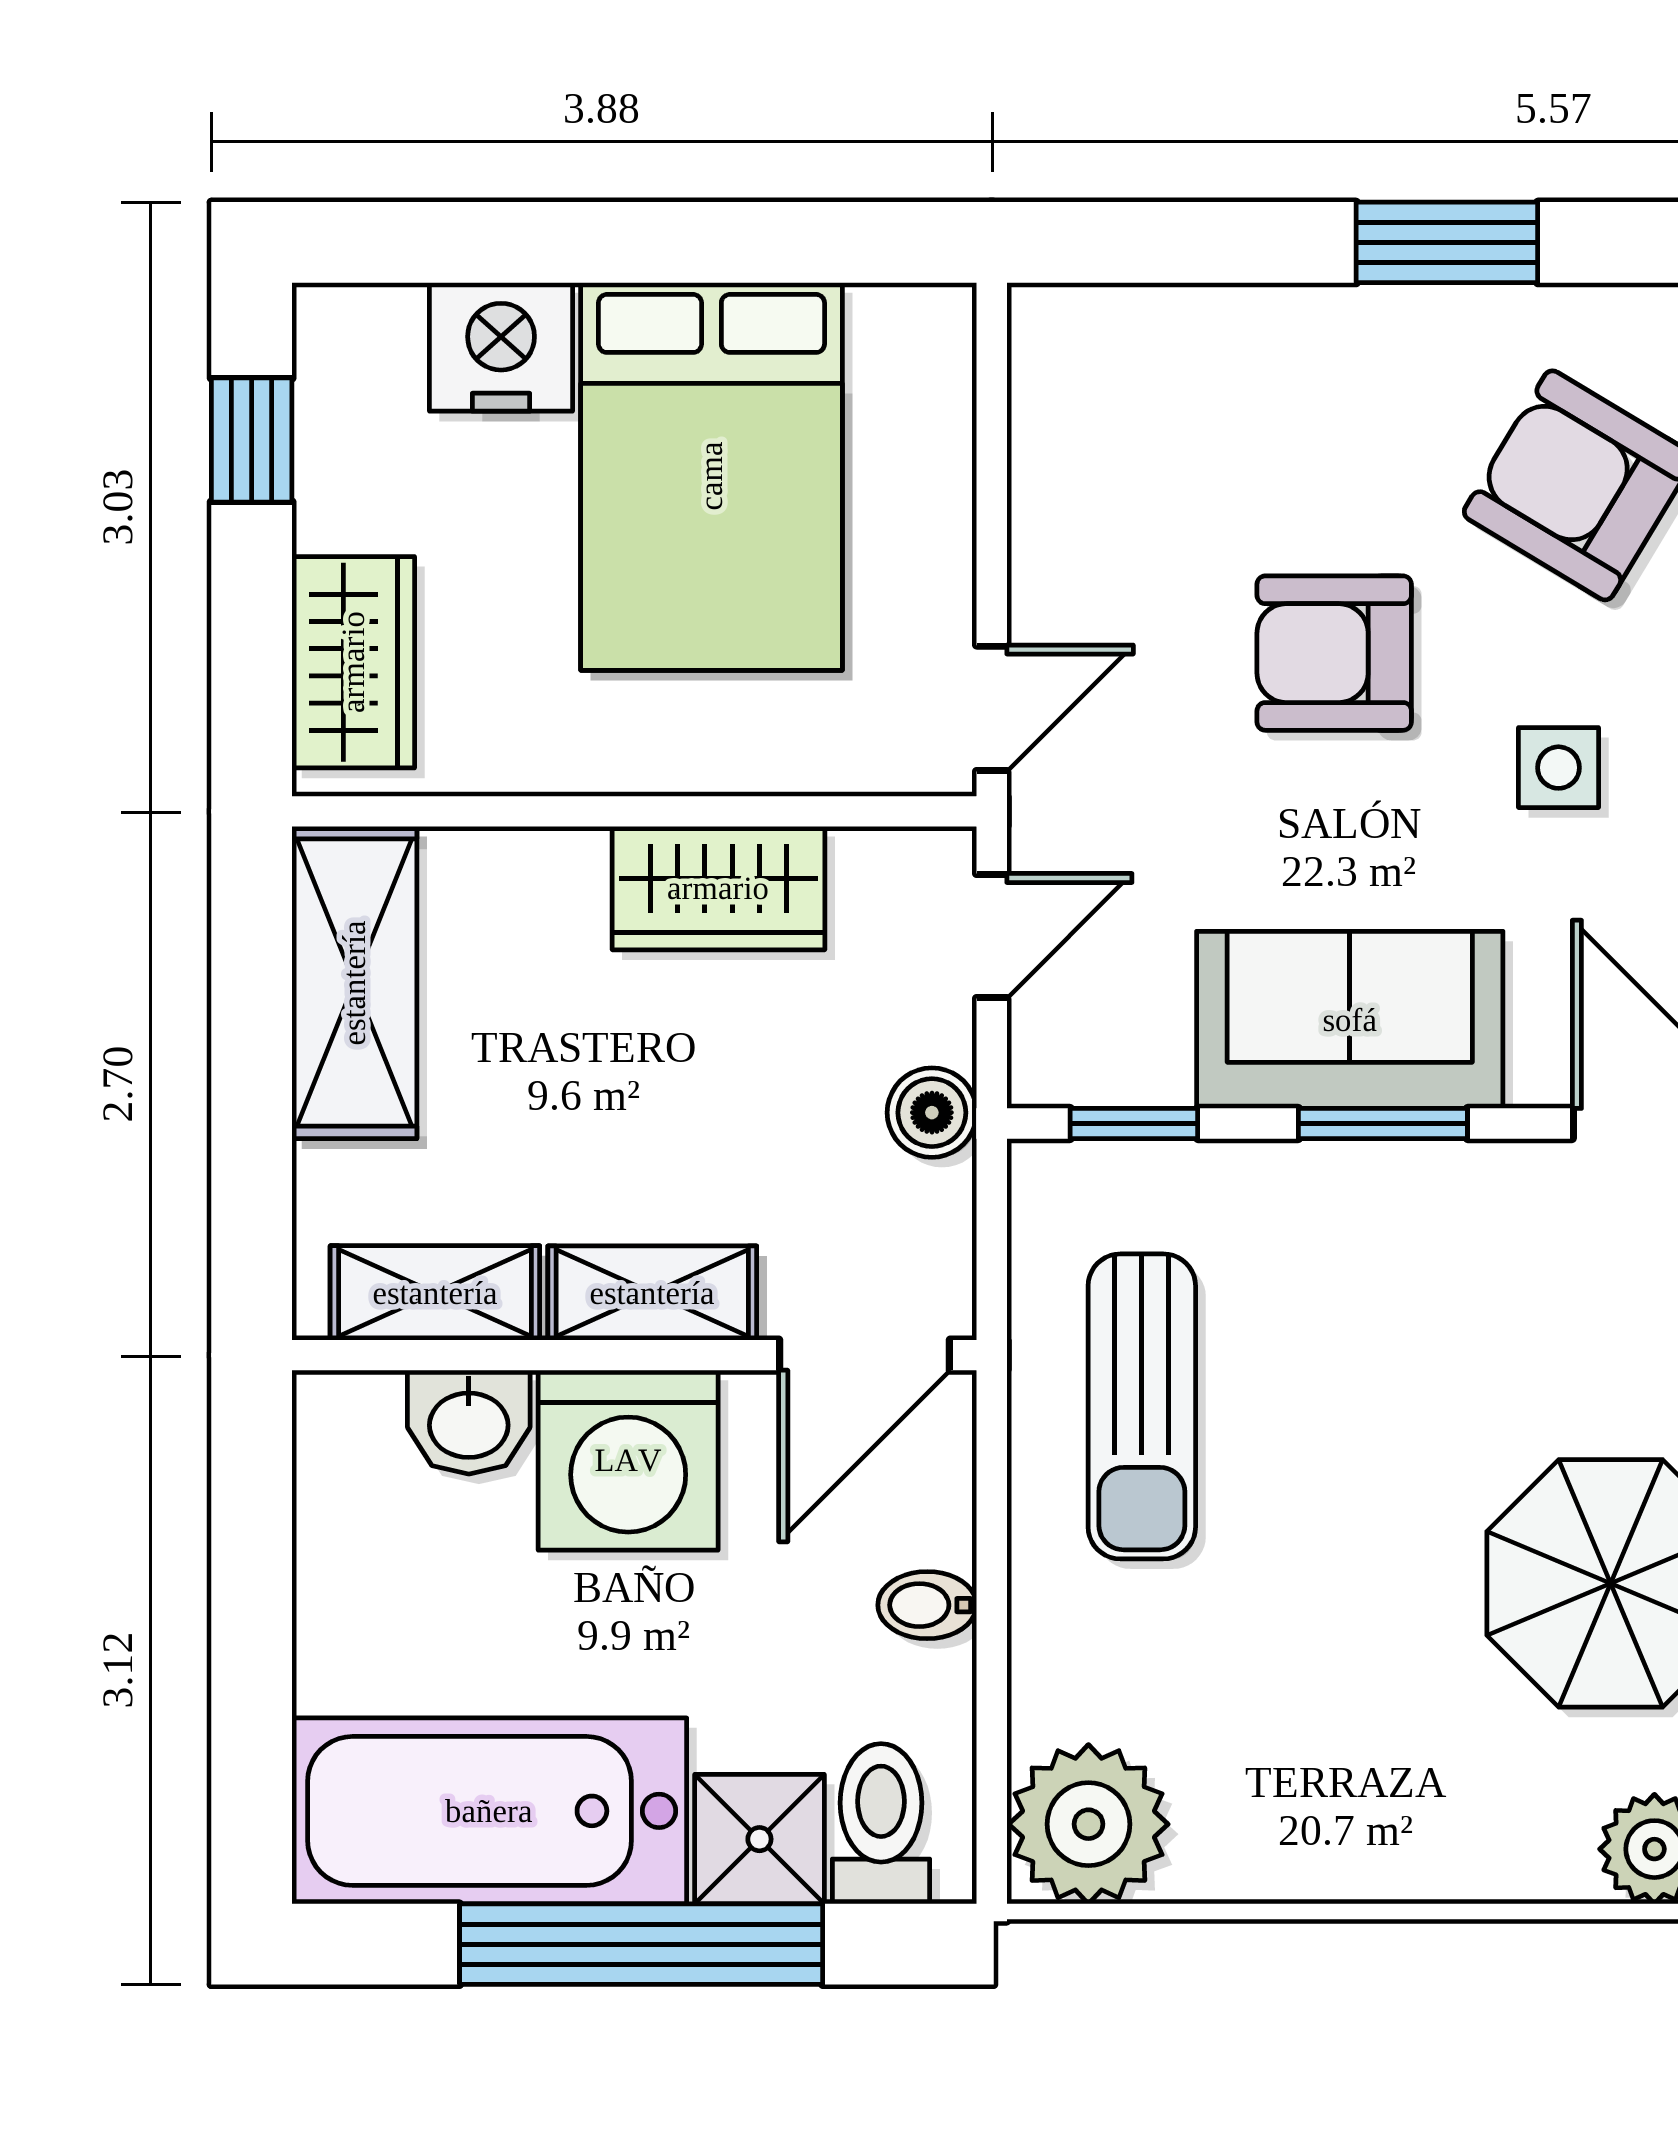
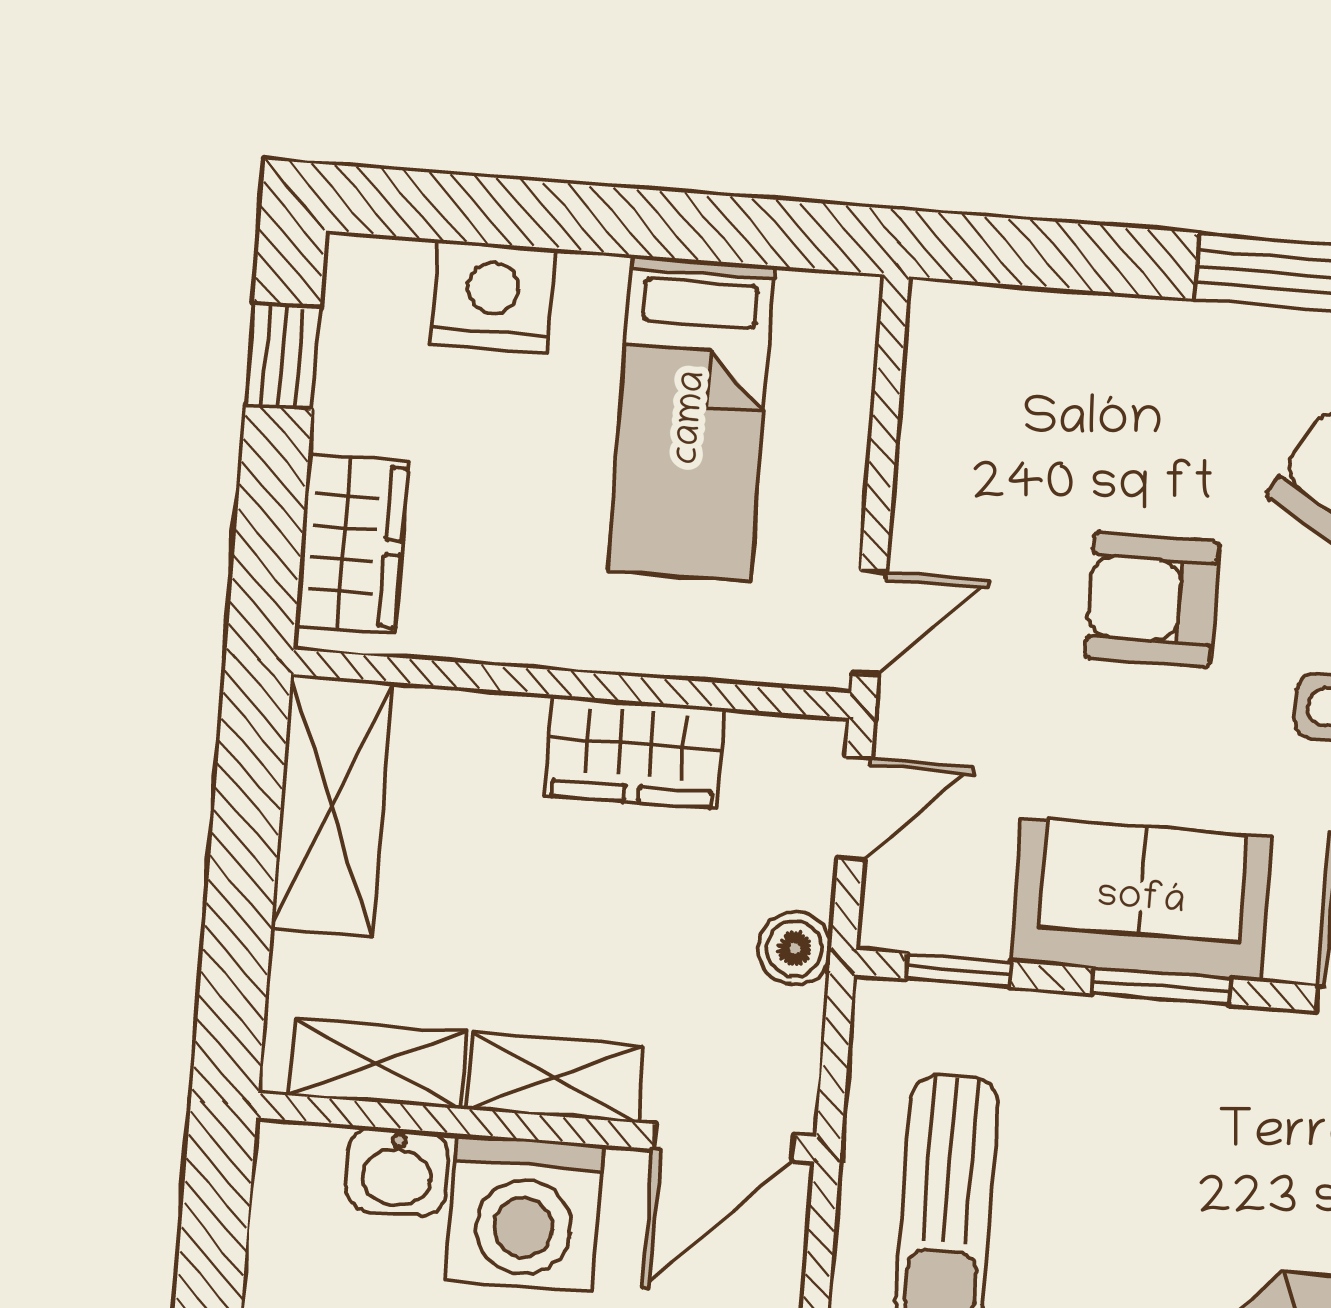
bed: (711, 476) -> (691, 418), width x0.67

